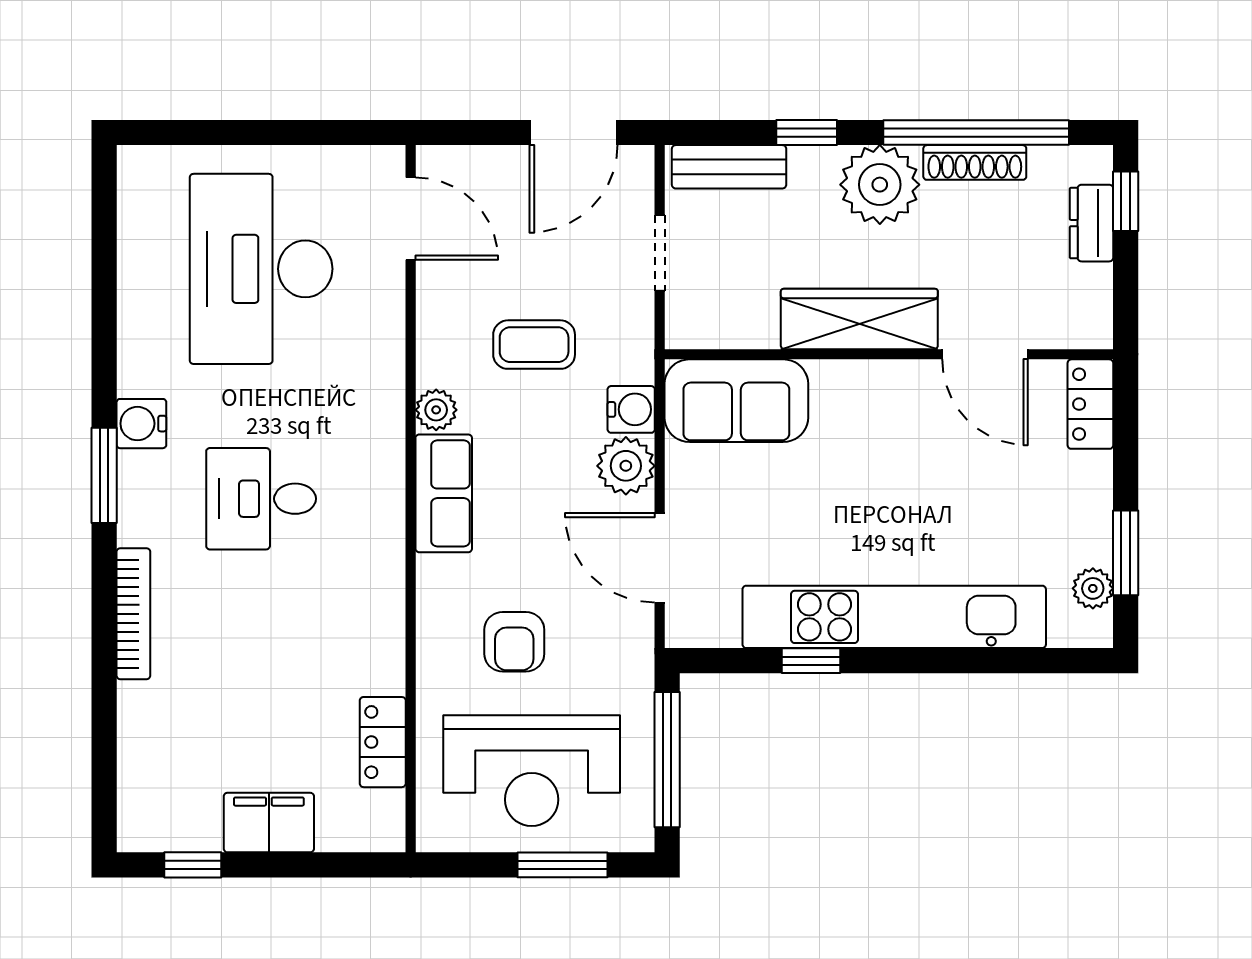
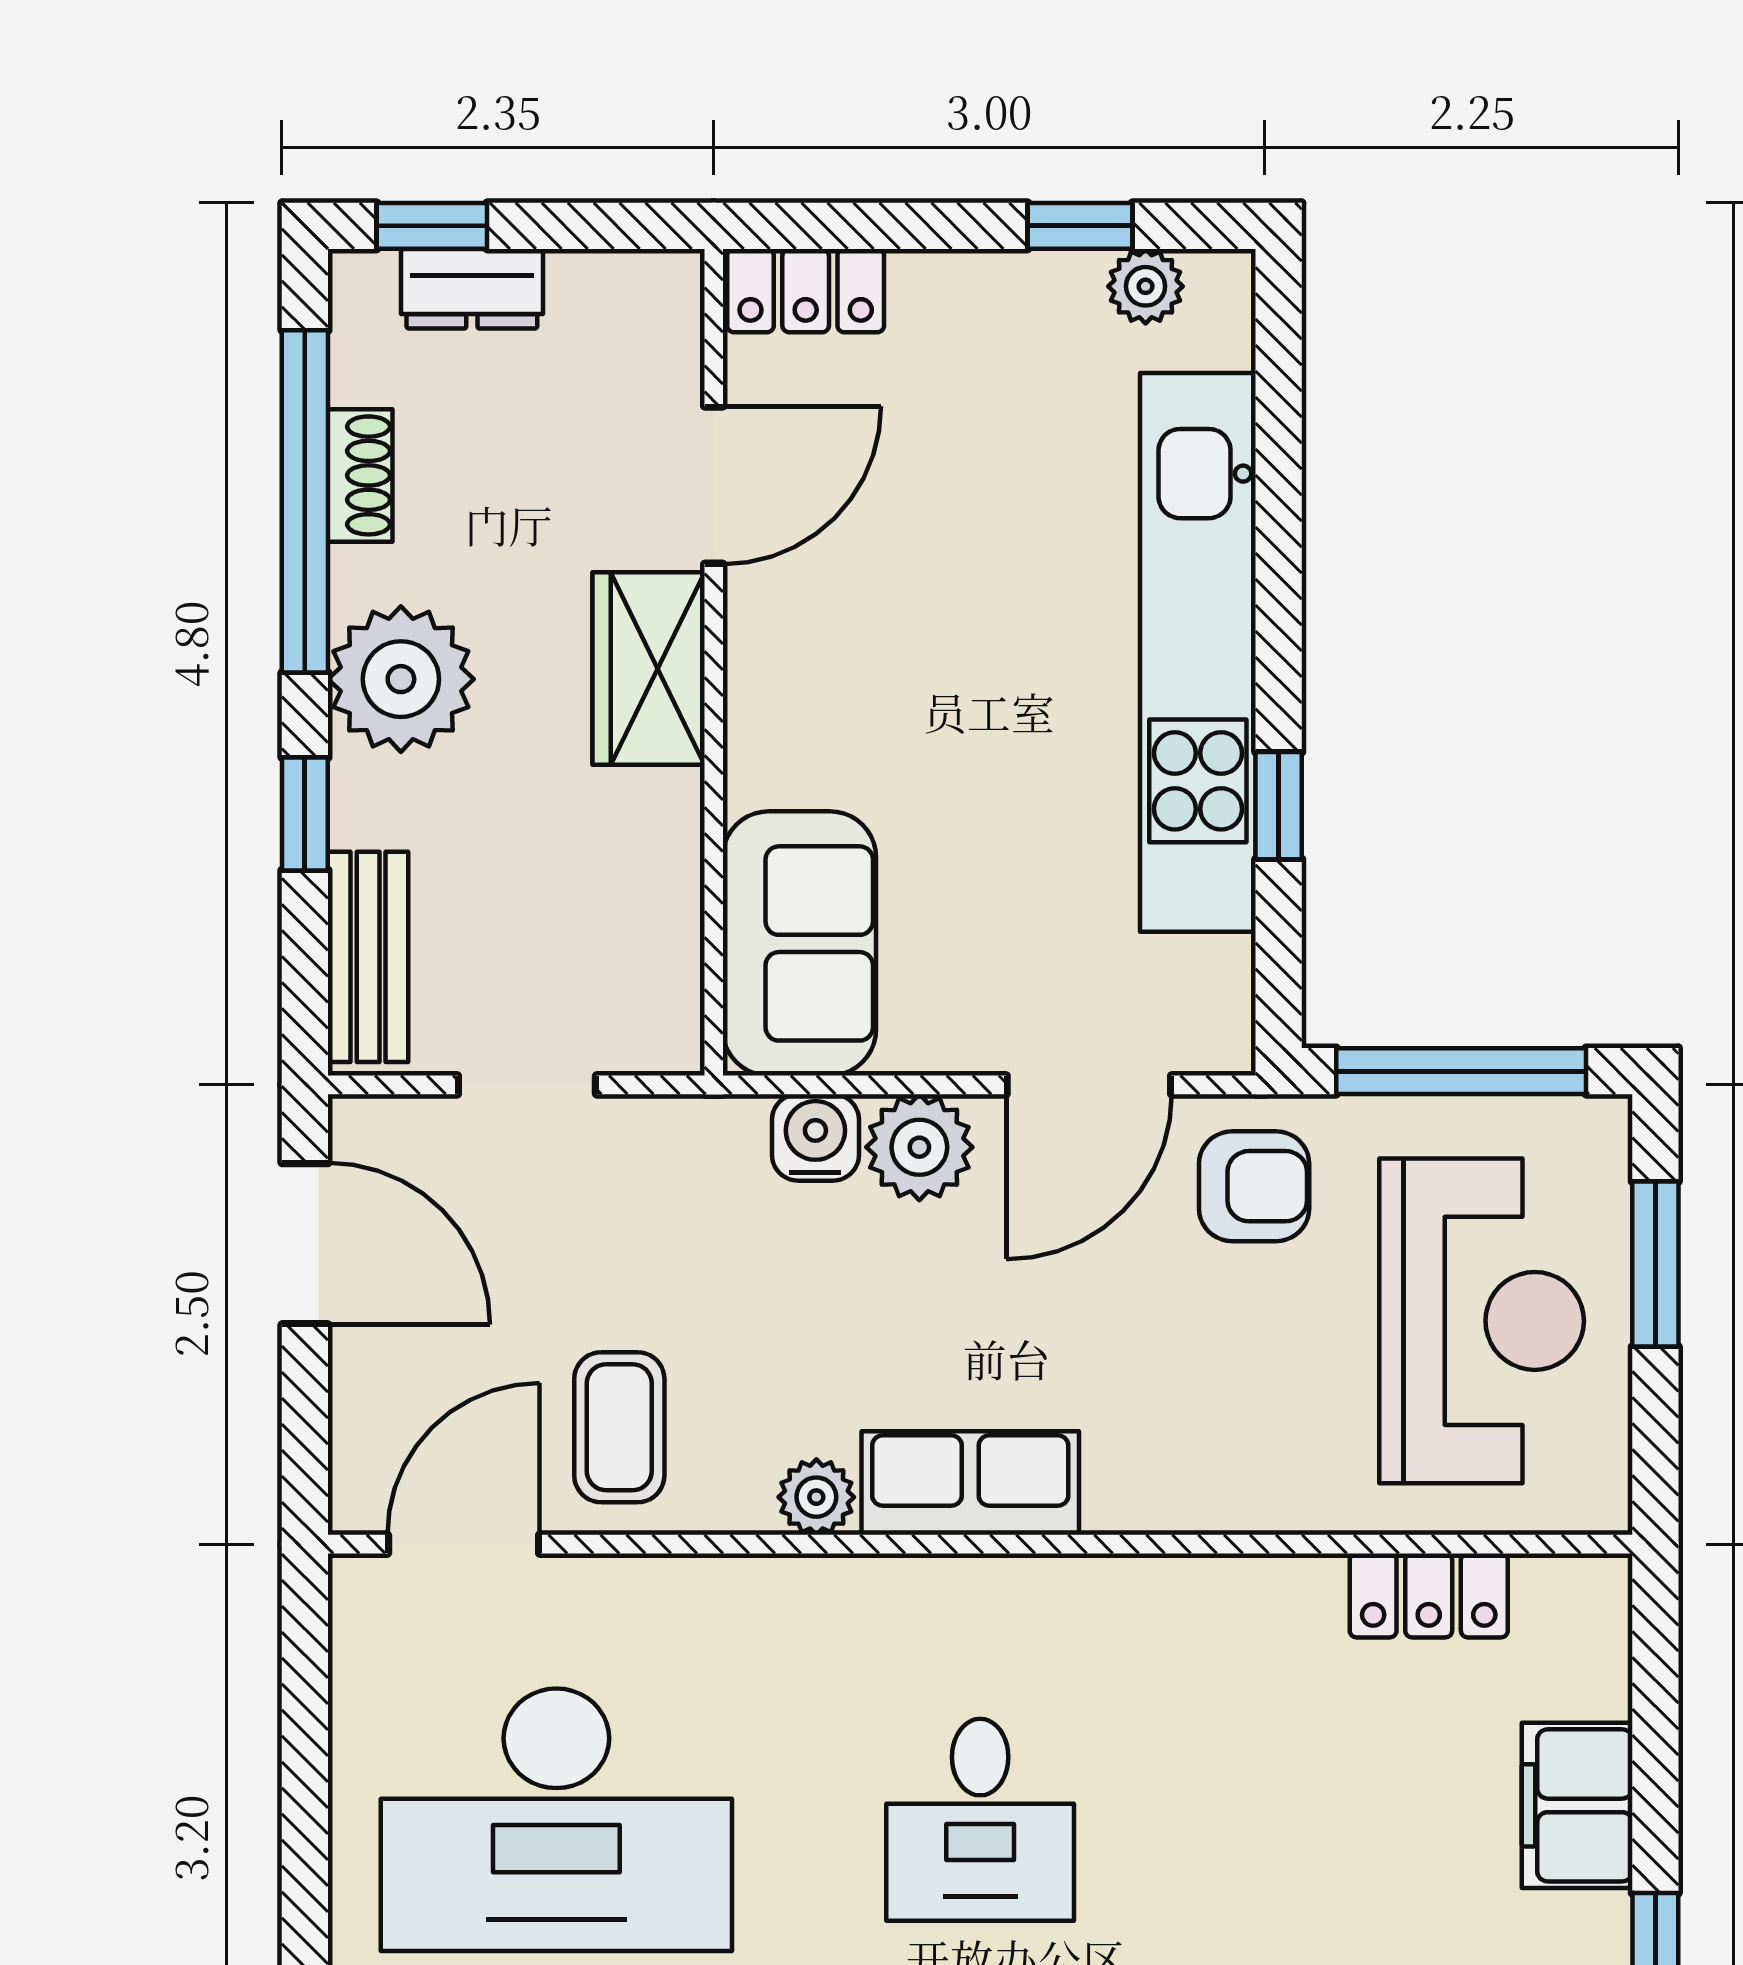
shoe rack: (975, 162) -> (360, 475), width x0.70
wardrobe: (859, 319) -> (649, 669), width x0.67
coffee table: (534, 345) -> (619, 1427), moved
window: (1126, 553) -> (1080, 226), width x0.67
armchair: (514, 642) -> (1254, 1186), moved

